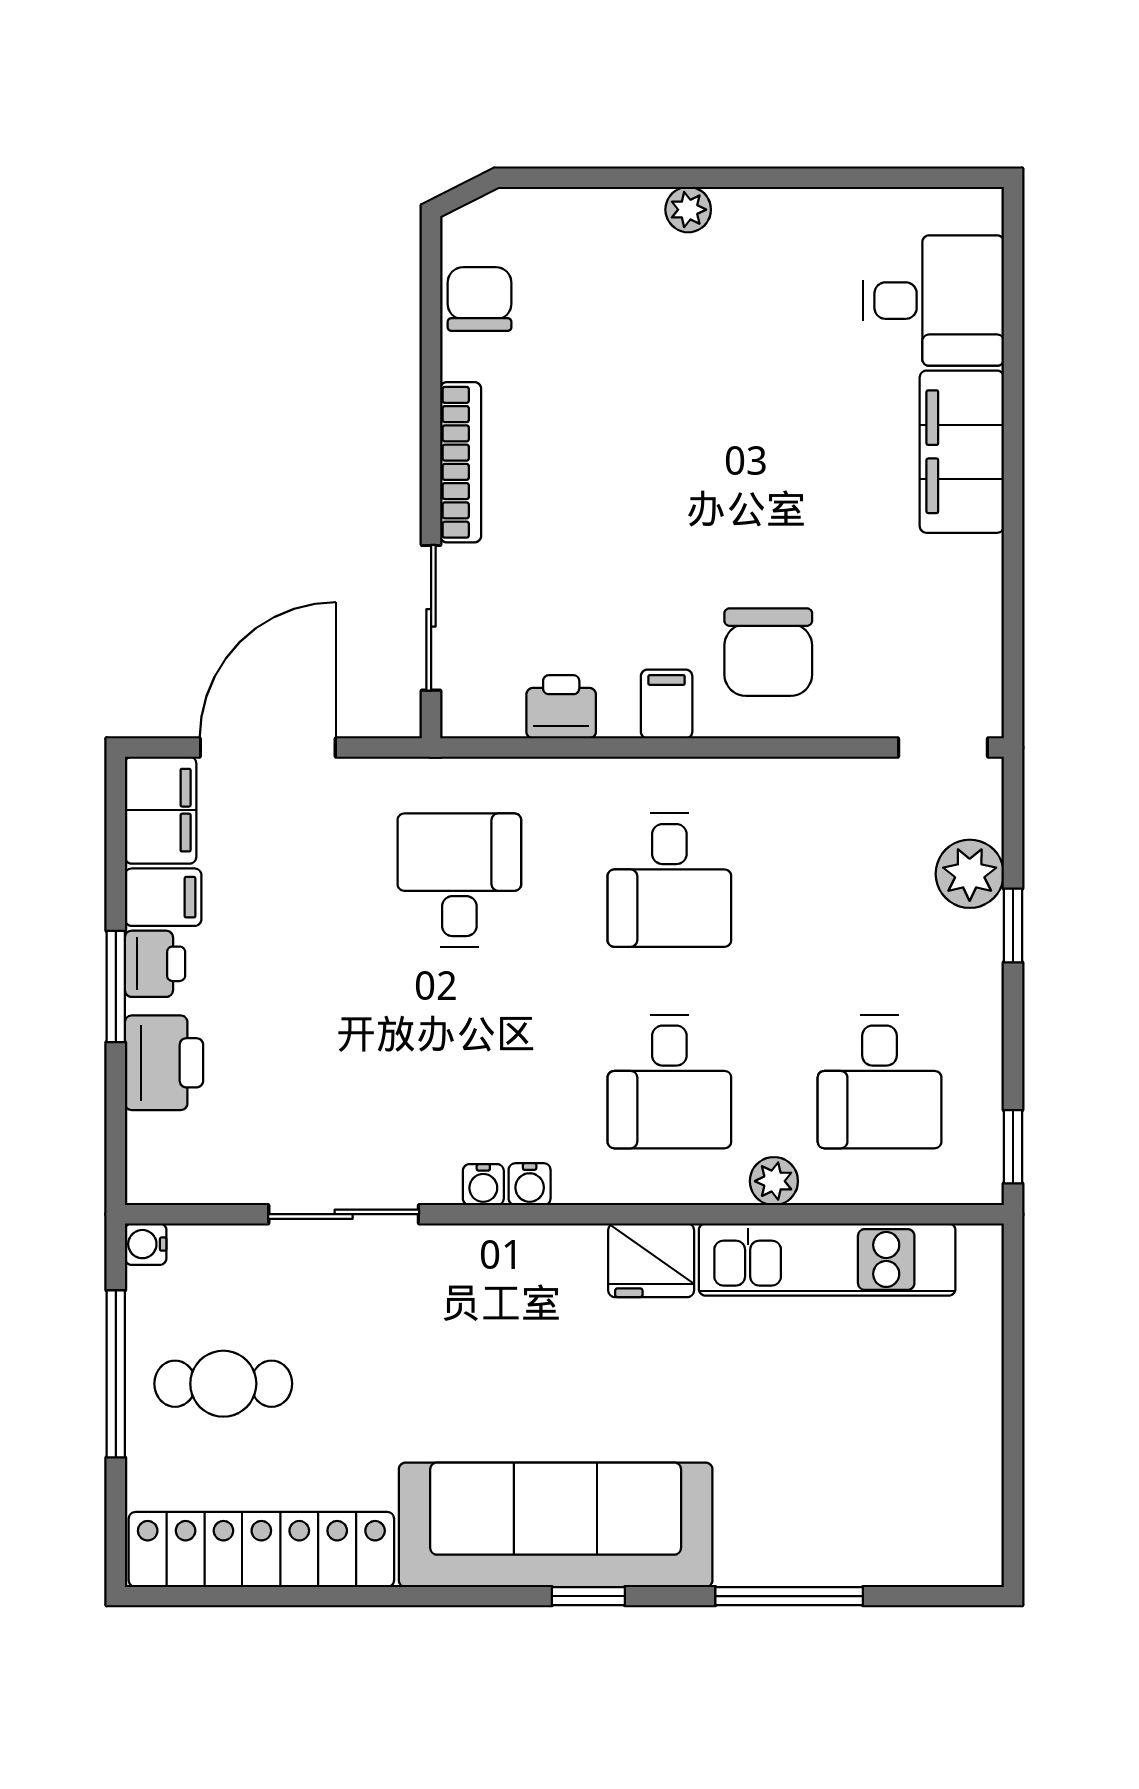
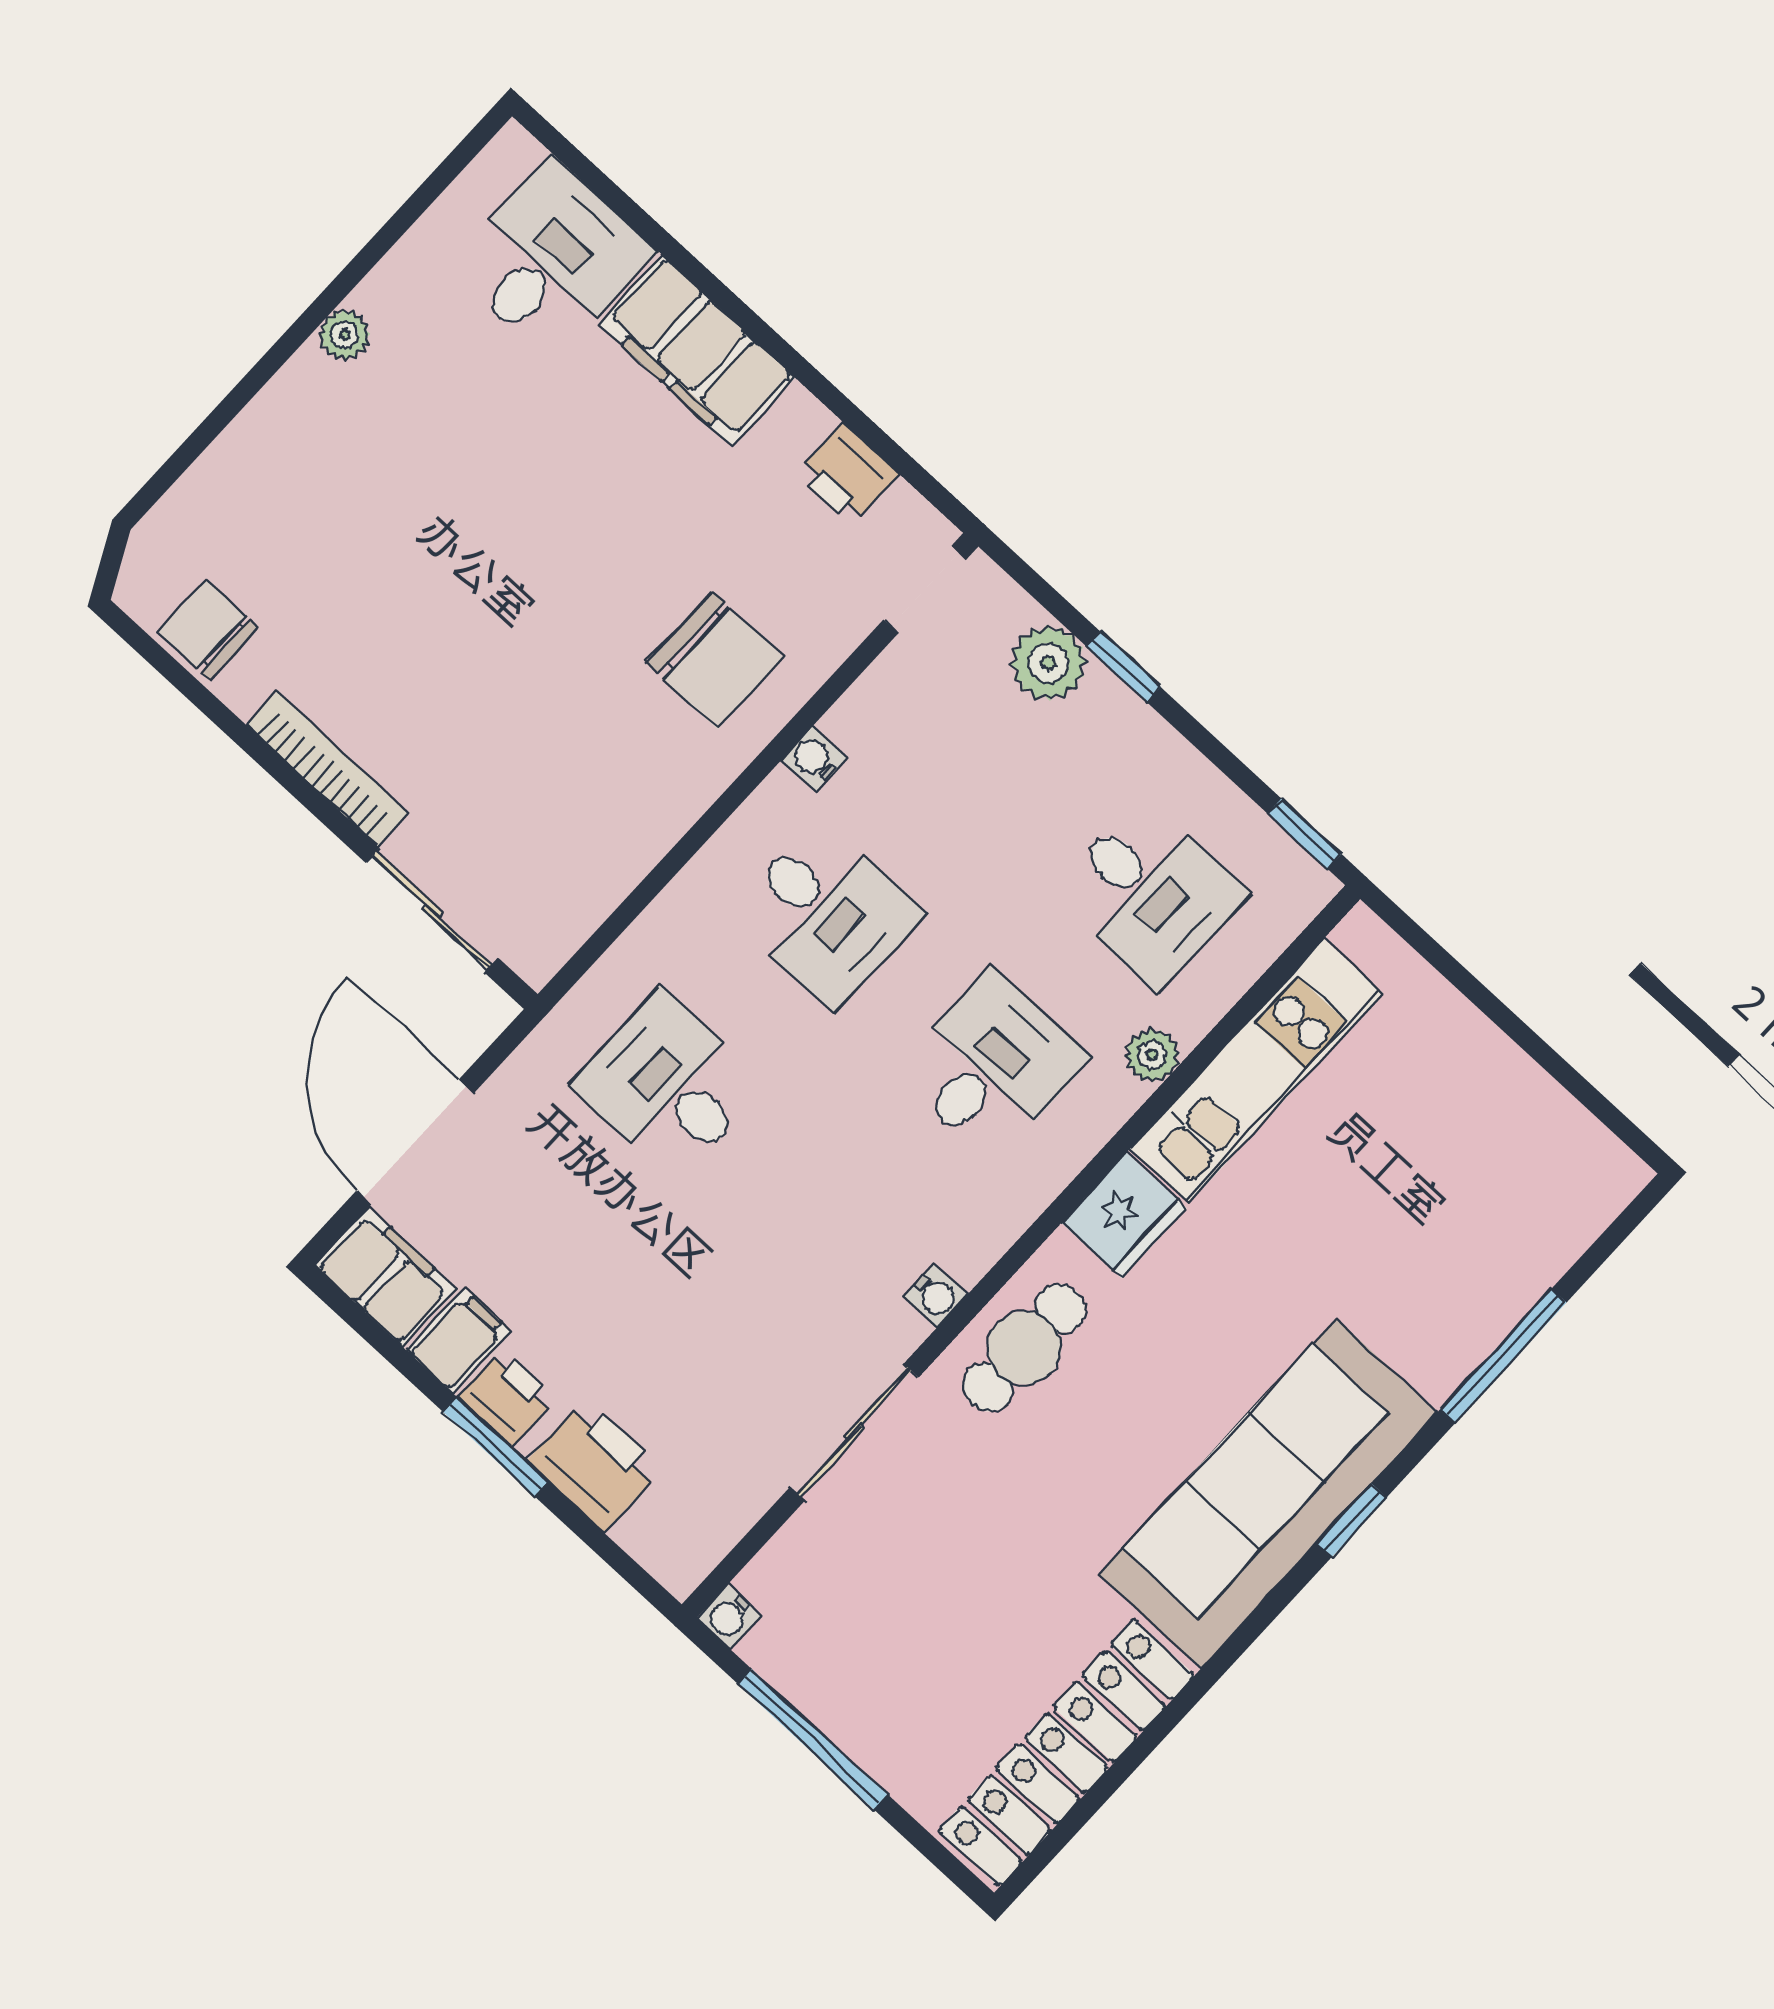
plant: (688, 210) -> (345, 335), moved
filing cabinet: (667, 704) -> (681, 783), removed
printer: (561, 707) -> (847, 474), moved, turned -90
desk: (669, 1082) -> (992, 1066), turned -90
water cooler: (530, 1184) -> (814, 759), moved, turned 180
cafe table: (223, 1384) -> (1024, 1348), moved

